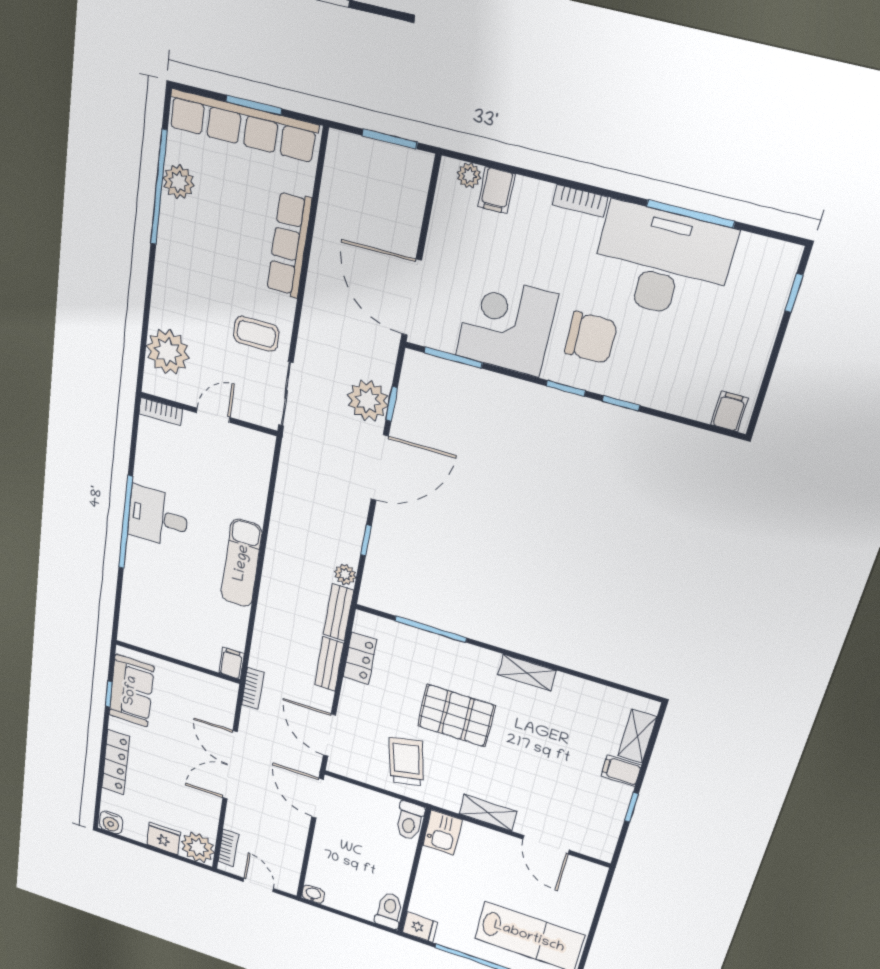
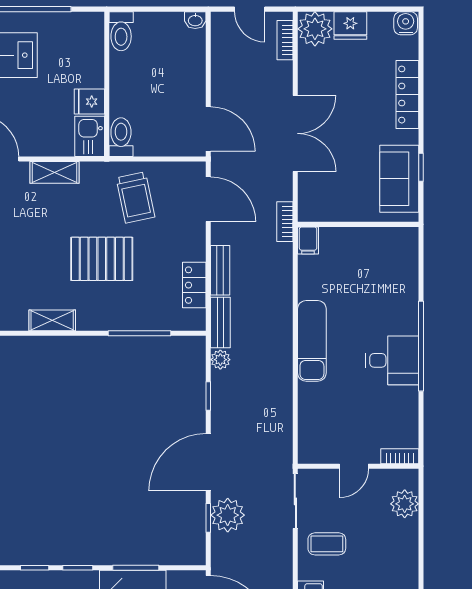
plant: (168, 352) -> (405, 504), width x0.73, depth x0.73
window: (453, 358) -> (136, 568), moved
fridge: (420, 927) -> (89, 102), moved

